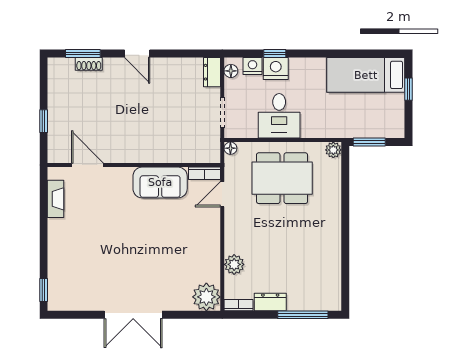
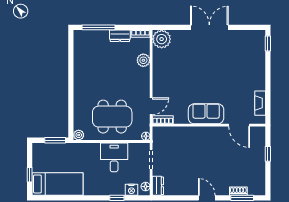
nightstand: (276, 68) -> (116, 188), removed
sofa: (160, 182) -> (206, 114), moved

